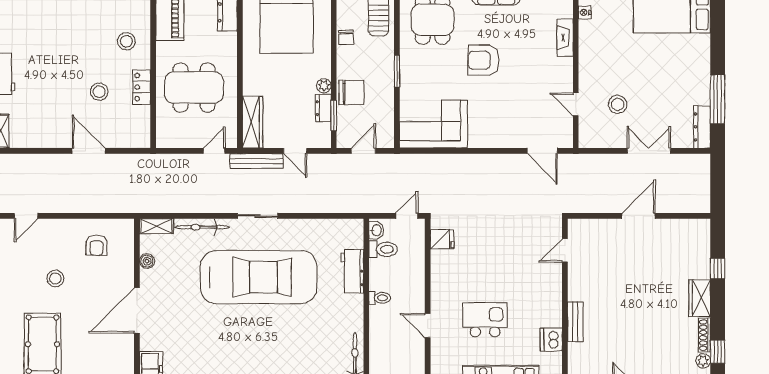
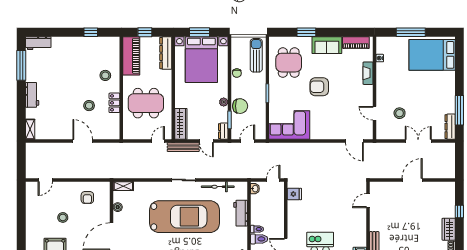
dresser: (323, 108) -> (223, 131), moved
bicycle: (202, 227) -> (218, 187), moved
toilet: (383, 249) -> (259, 239), moved

